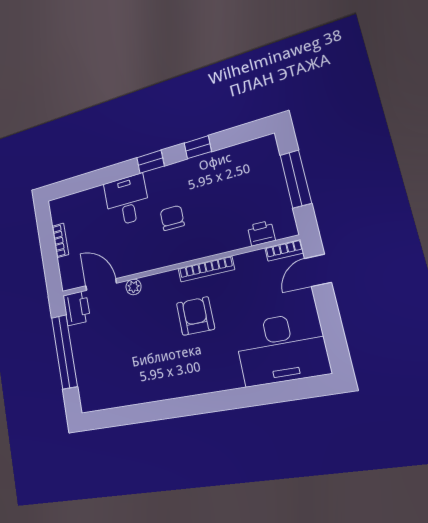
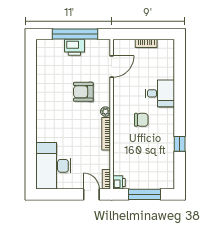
window: (150, 162) -> (180, 113), removed
printer: (261, 233) -> (119, 182), moved
plant: (134, 287) -> (105, 112), moved
printer: (77, 308) -> (74, 47), moved
armchair: (195, 316) -> (83, 92), moved, turned 180

